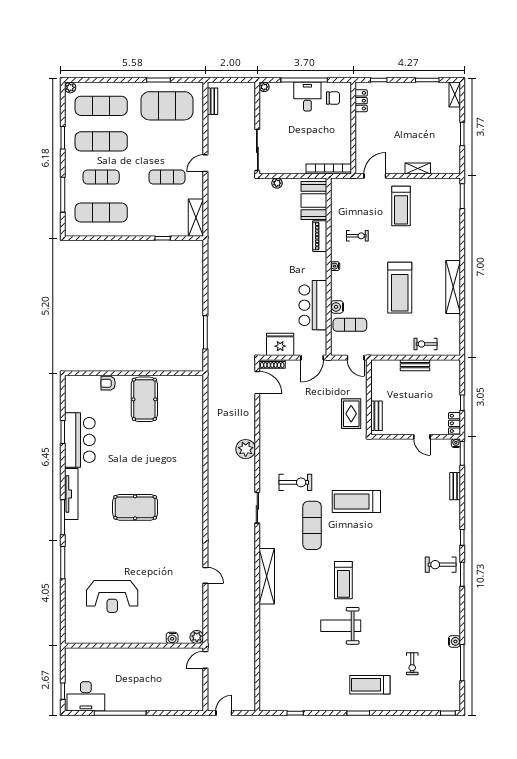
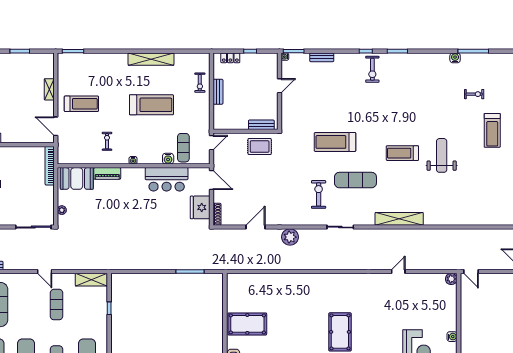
door: (257, 383) -> (256, 227), moved
locker: (455, 423) -> (230, 58), moved
treadmill: (356, 502) -> (335, 142), turned 90
exercise bike: (441, 565) -> (372, 69), moved
treadmill: (343, 580) -> (402, 153), turned 180
weight bench: (341, 626) -> (442, 155), turned 180
water cooler: (172, 638) -> (452, 337), moved

